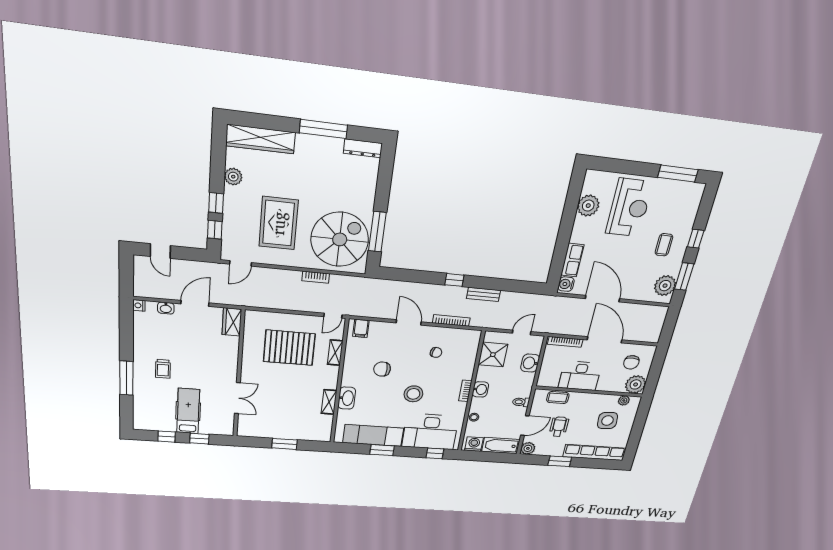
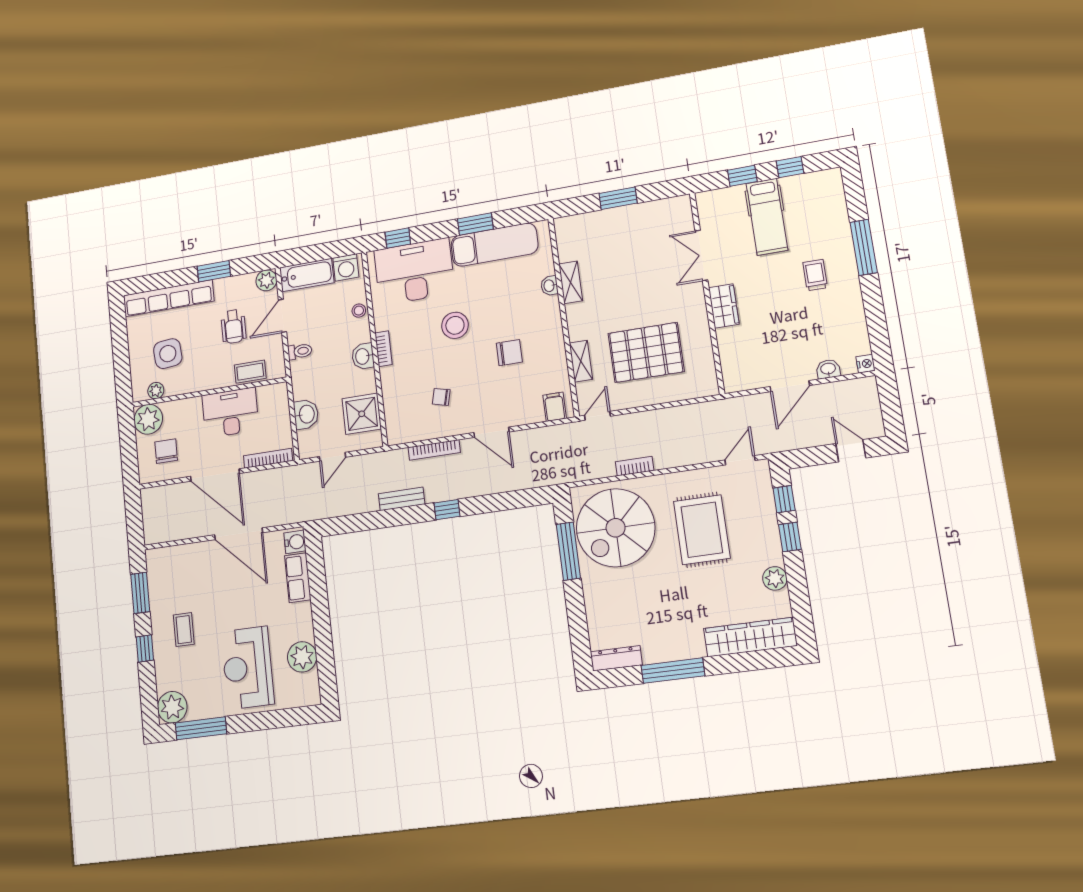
plant: (665, 286) -> (172, 707), moved
wardrobe: (232, 322) -> (724, 306), moved
washbasin: (347, 398) -> (549, 286), width x0.52, depth x0.69

